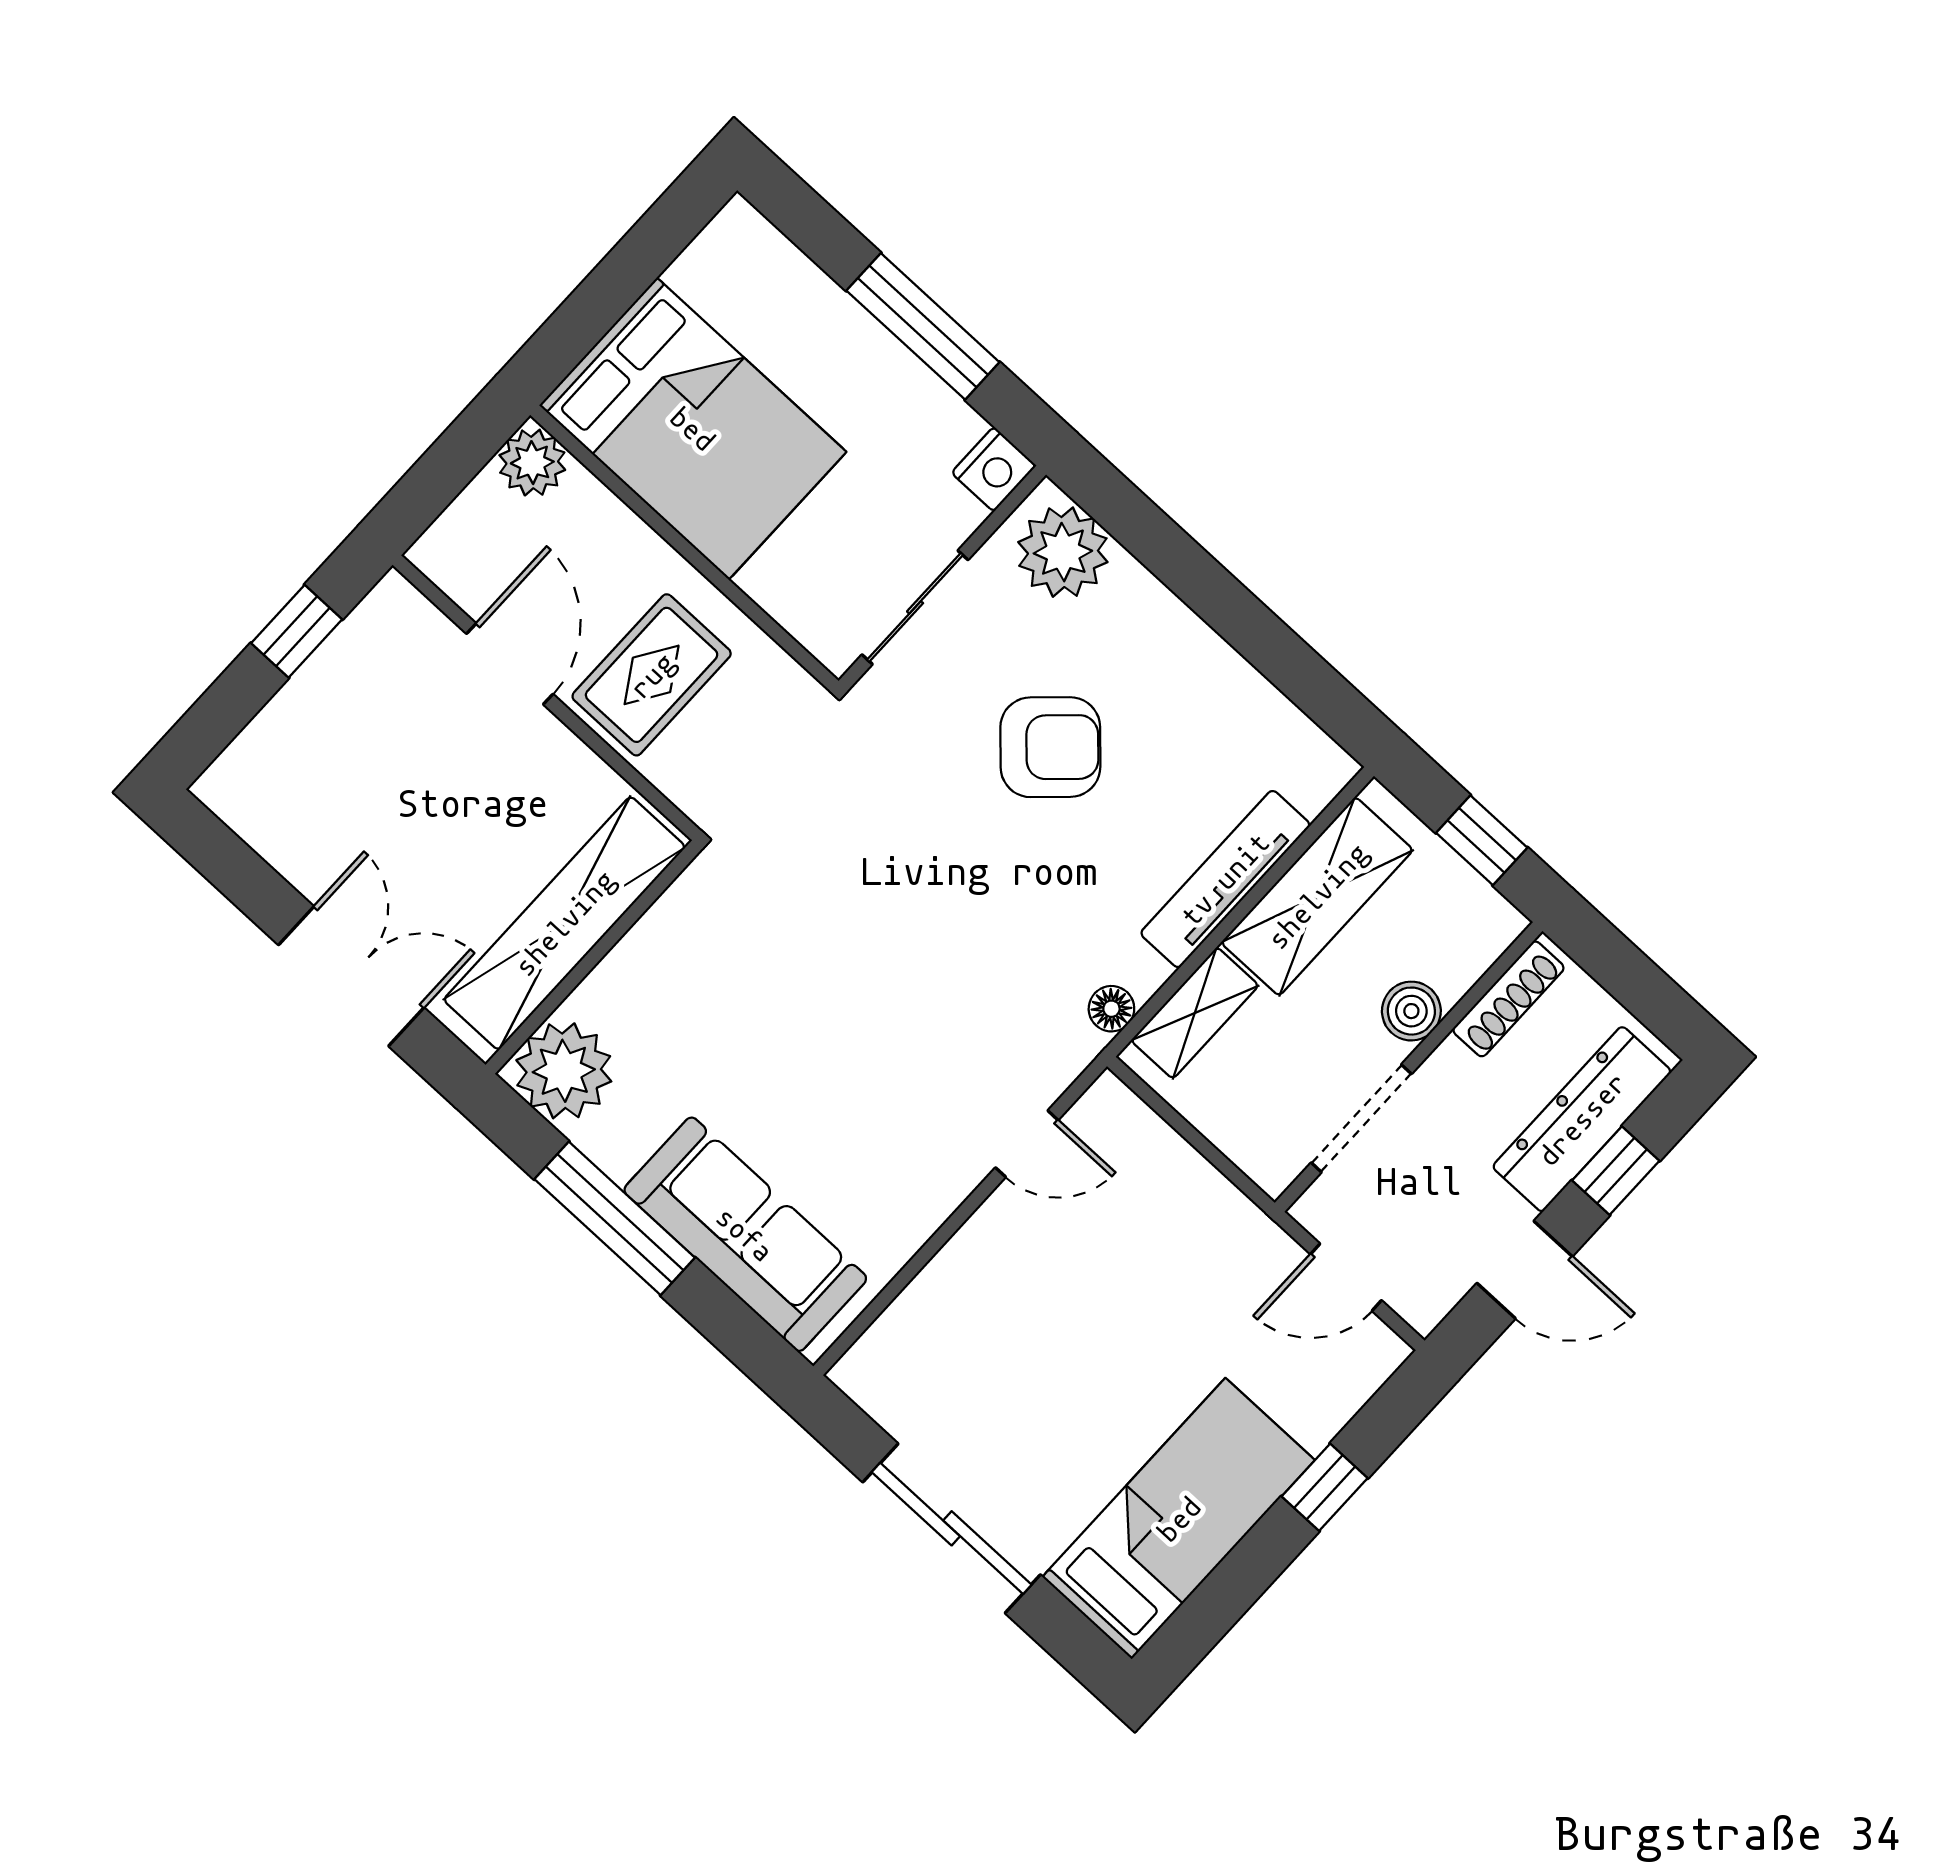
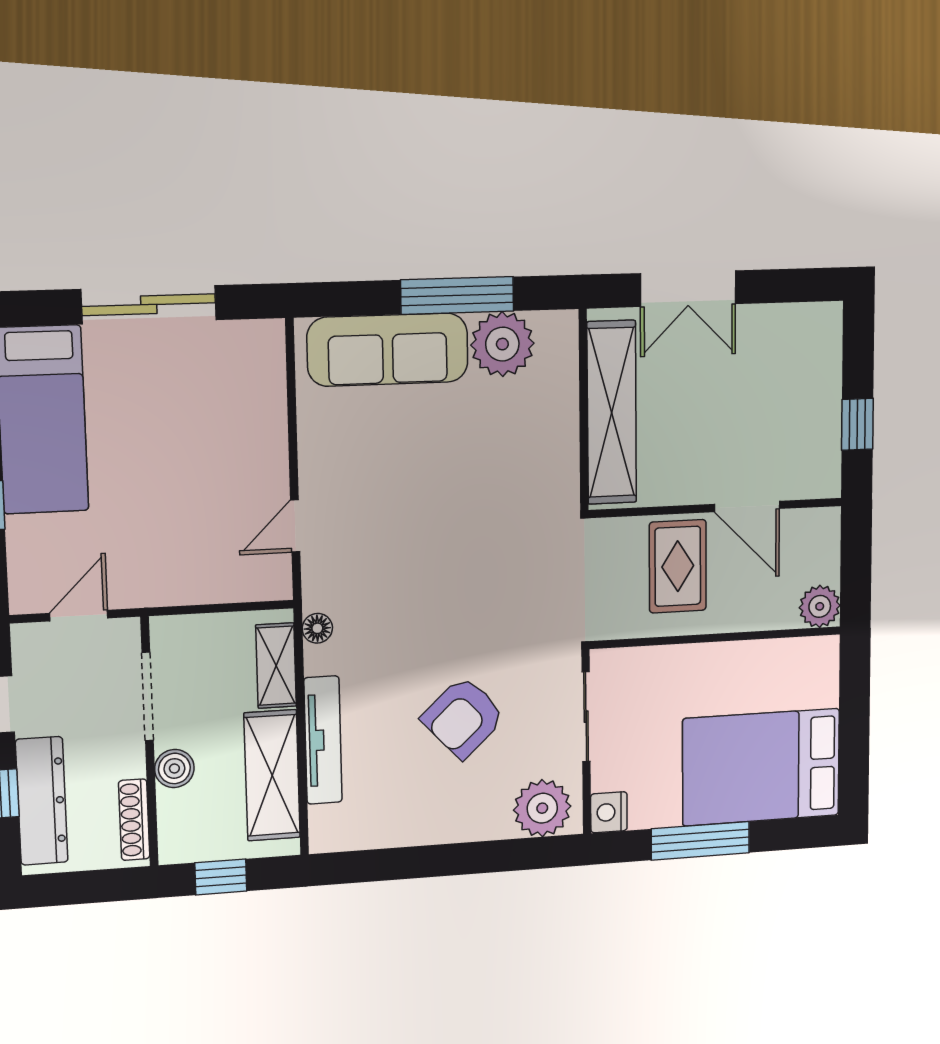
bed: (693, 429) -> (761, 767), moved
plant: (564, 1071) -> (502, 344), moved

